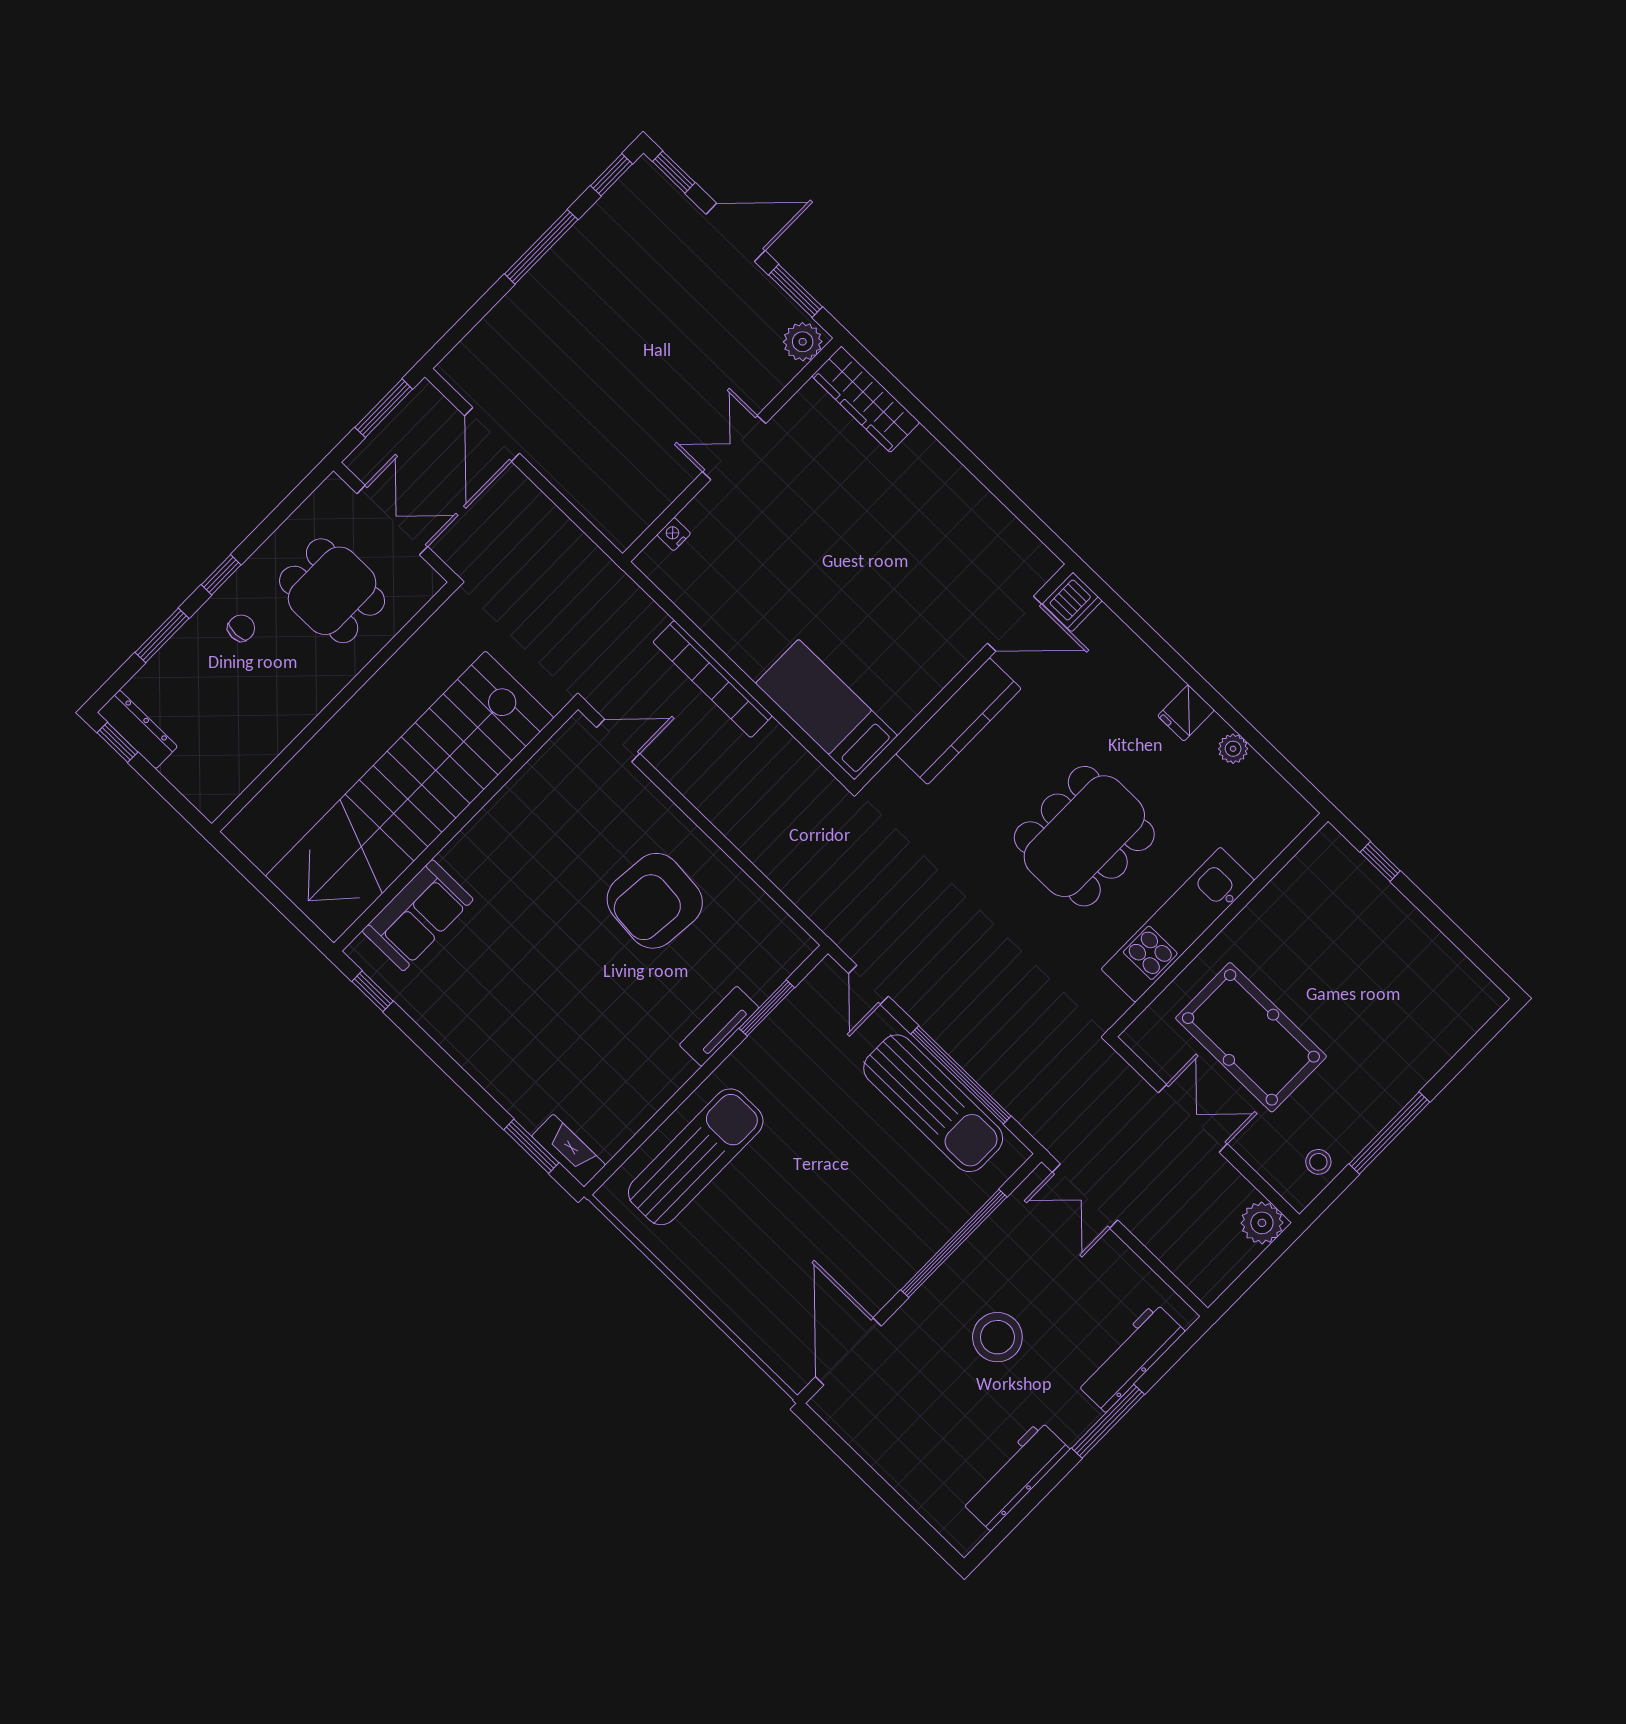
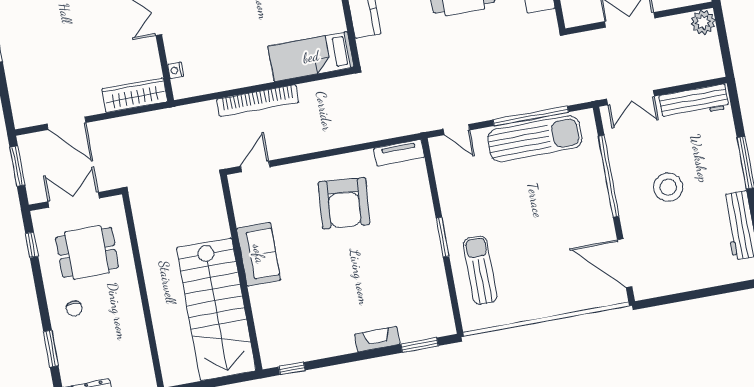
wardrobe: (599, 502) -> (135, 95), added
window: (221, 575) -> (32, 245), moved
chair: (241, 628) -> (74, 308), turned 180
stairs: (410, 797) -> (216, 309), width x0.73
sofa: (418, 915) -> (259, 254), moved
window: (767, 1008) -> (442, 237), moved
tv unit: (719, 1026) -> (399, 153), moved, turned -90
fireplace: (569, 1150) -> (377, 339), moved
sun lounger: (696, 1157) -> (480, 270), width x0.73, depth x0.75
workbench: (1130, 1357) -> (694, 102), moved, turned -90

